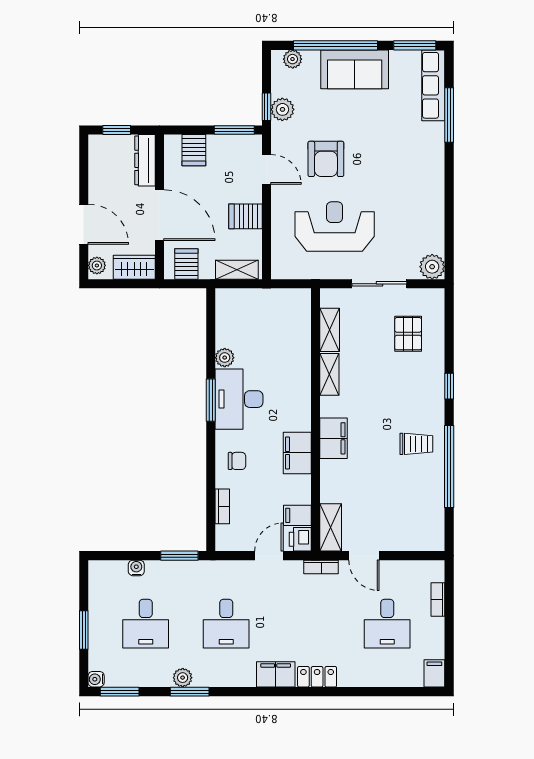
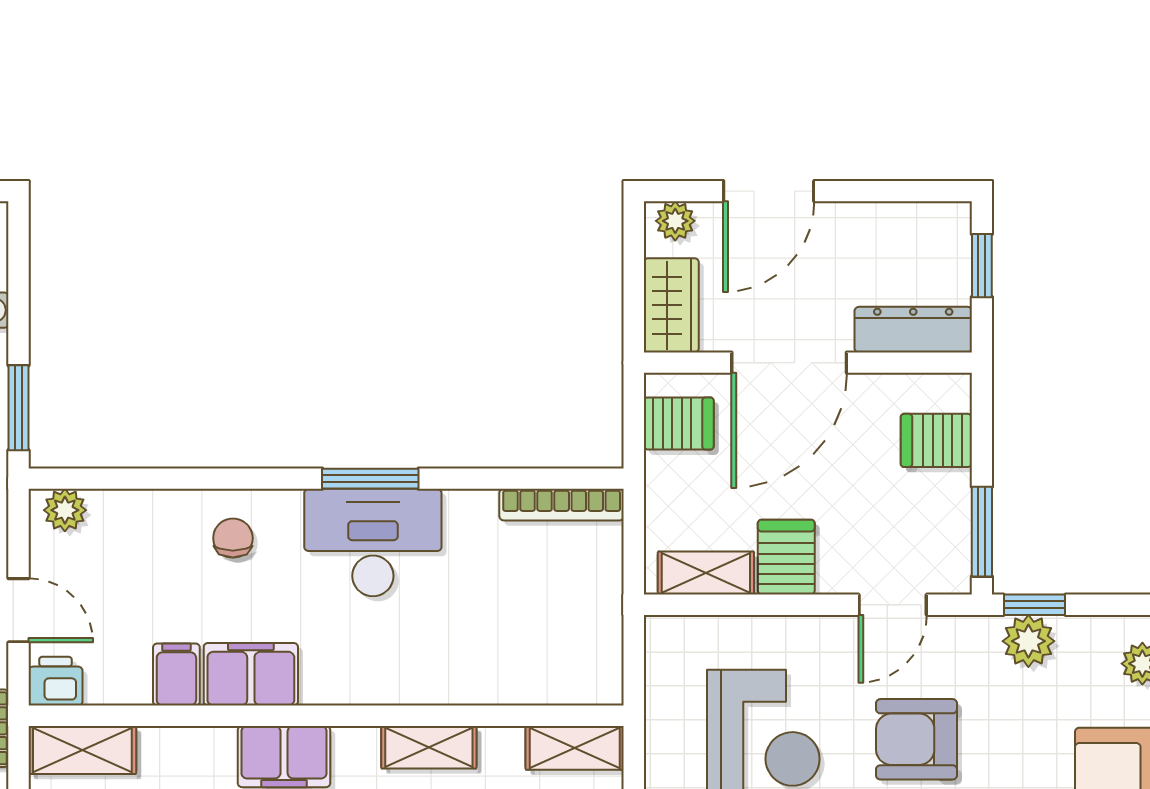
shelving: (237, 270) -> (706, 573), moved, turned 90
shelving: (330, 330) -> (575, 748), moved
plant: (225, 358) -> (65, 510), moved
chair: (237, 461) -> (233, 538), turned 180
bookcase: (222, 506) -> (562, 505), moved, width x1.56
filing cabinet: (297, 515) -> (176, 675), moved

